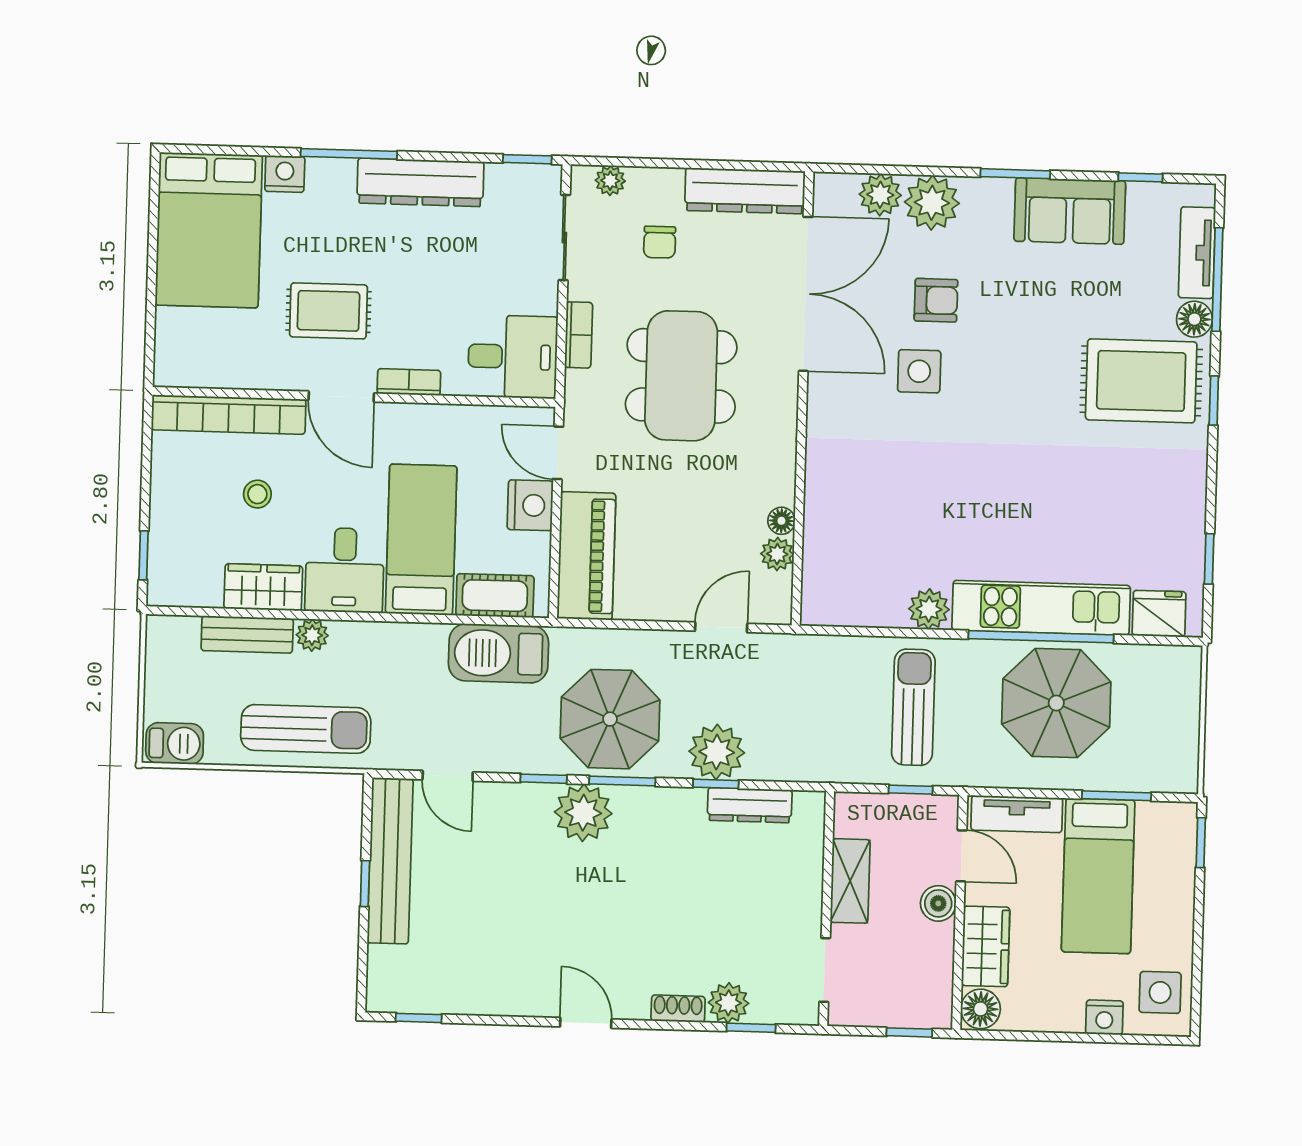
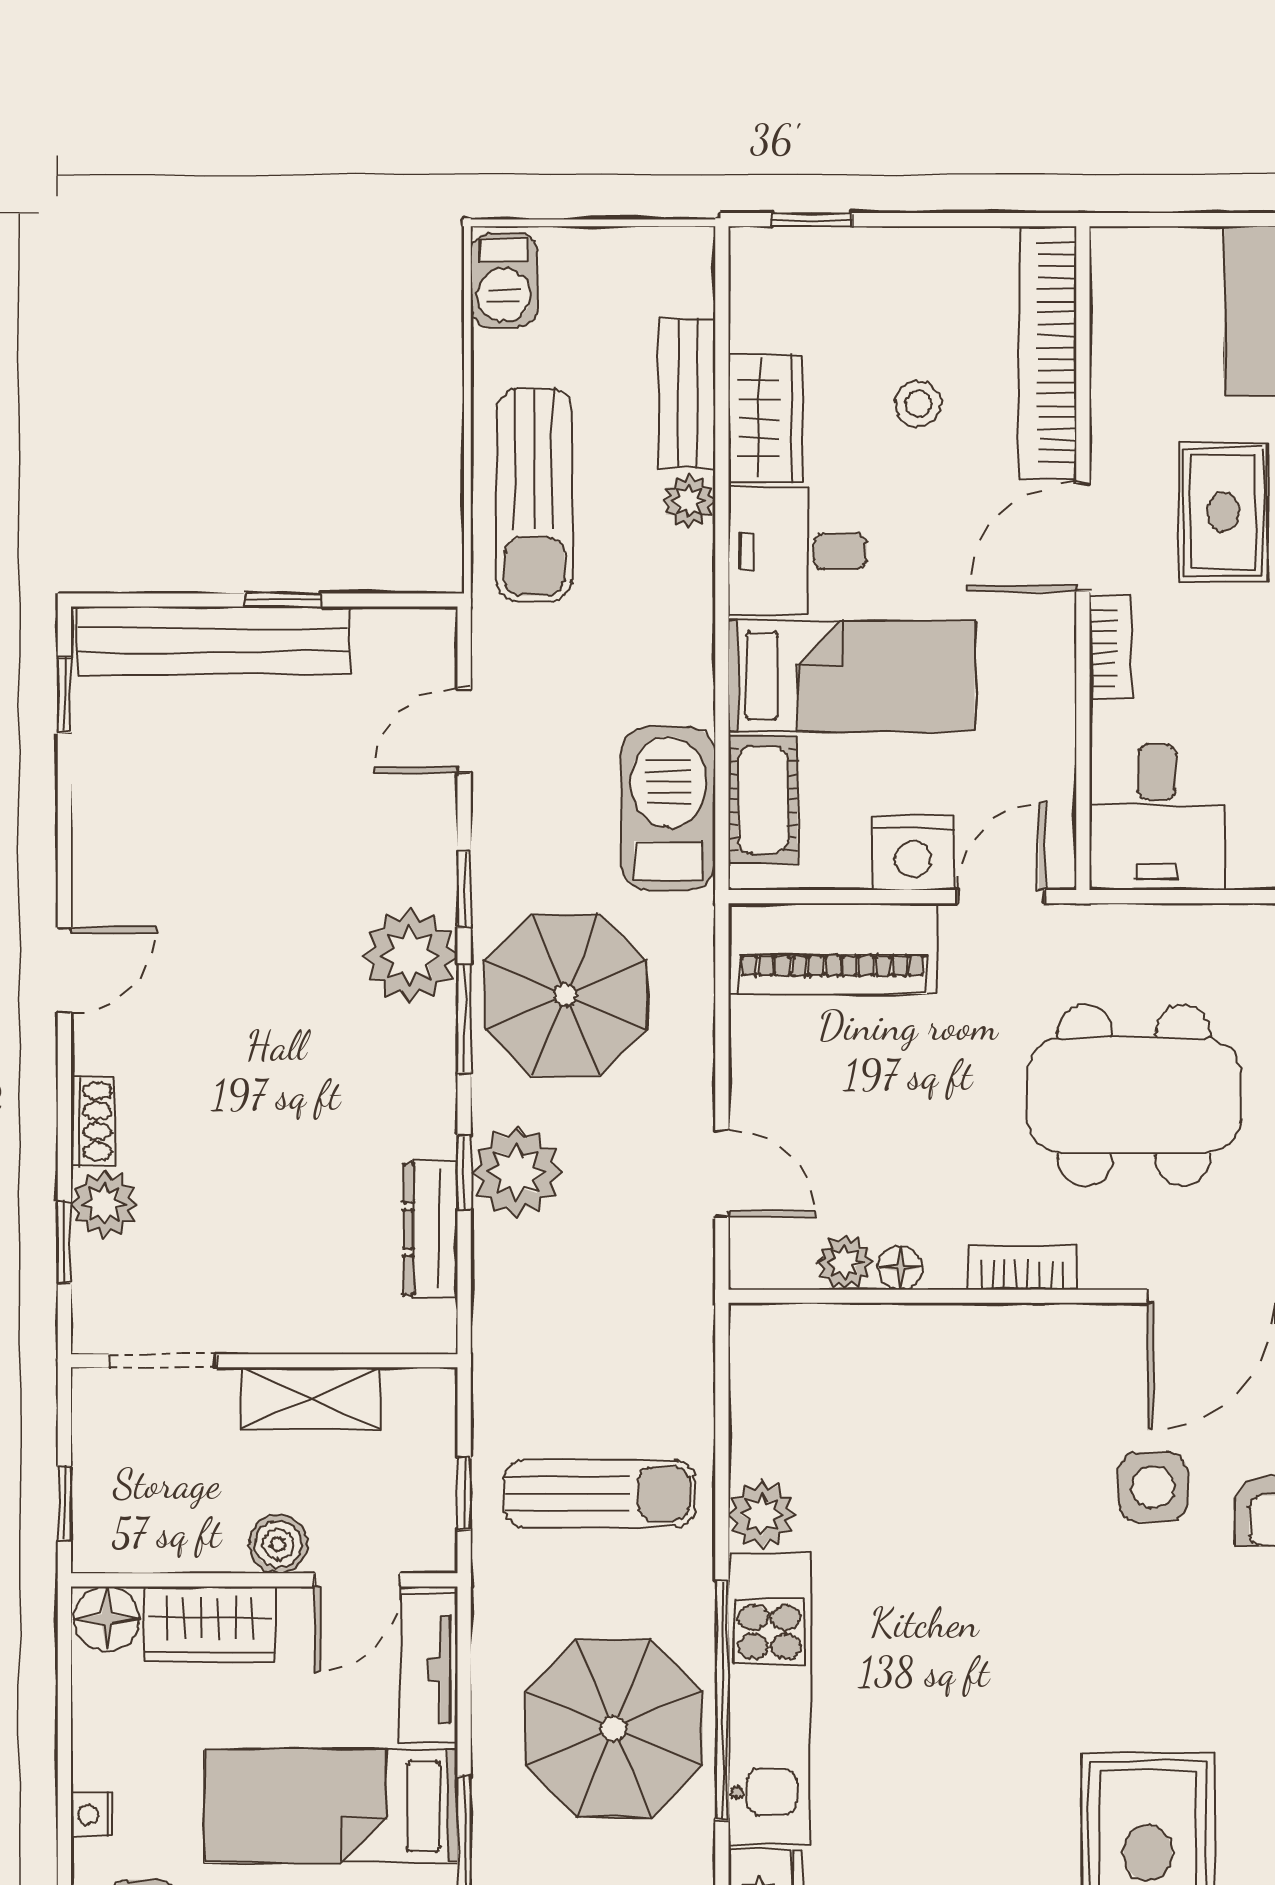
bookcase: (579, 335) -> (1022, 1268), moved, turned 180
bench: (390, 861) -> (213, 640), moved
nightstand: (1104, 1017) -> (91, 1815), width x0.72, depth x0.74

